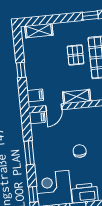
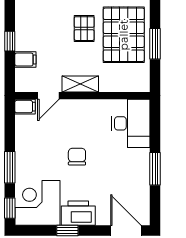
filing cabinet: (35, 95) -> (25, 59), moved
window: (29, 153) -> (10, 167), moved

